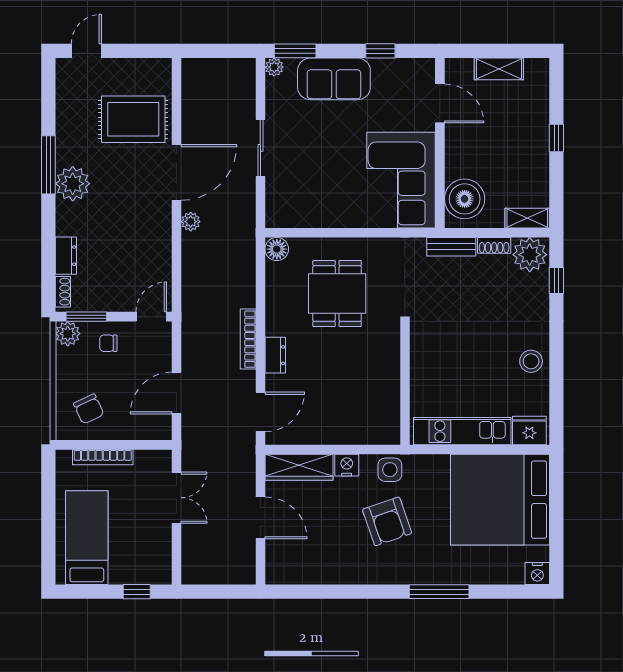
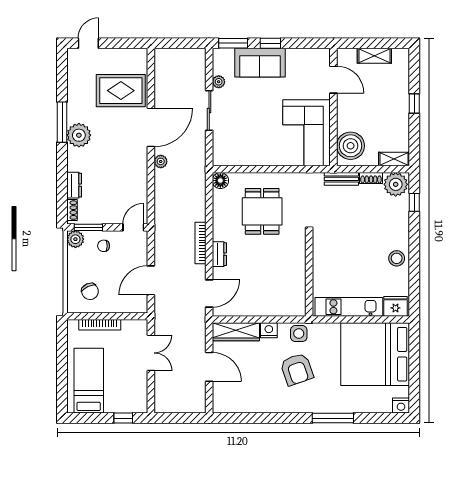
window: (380, 51) -> (270, 43), moved
plant: (274, 67) -> (219, 82), moved

